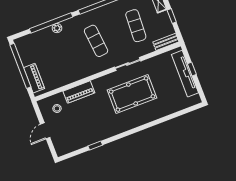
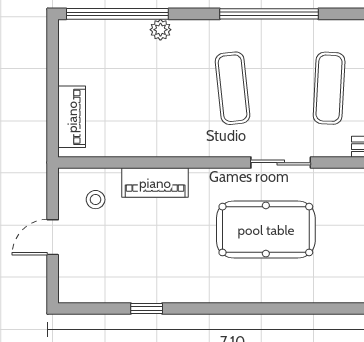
window: (51, 23) -> (117, 14), moved
window: (20, 66) -> (53, 80), removed

